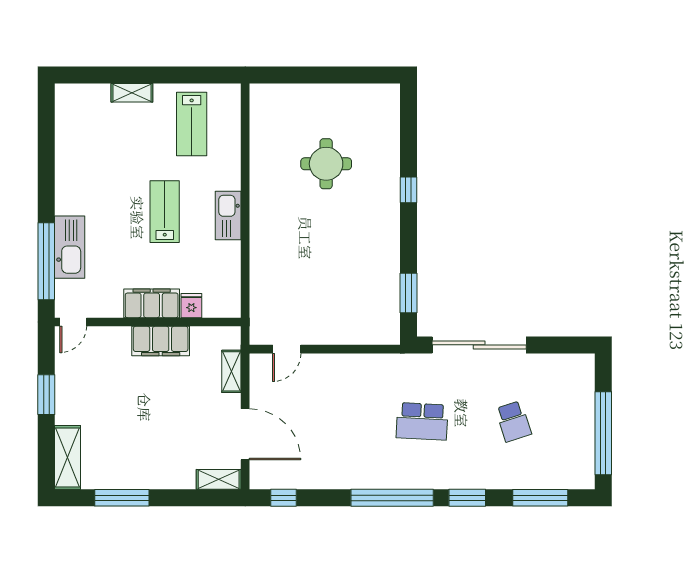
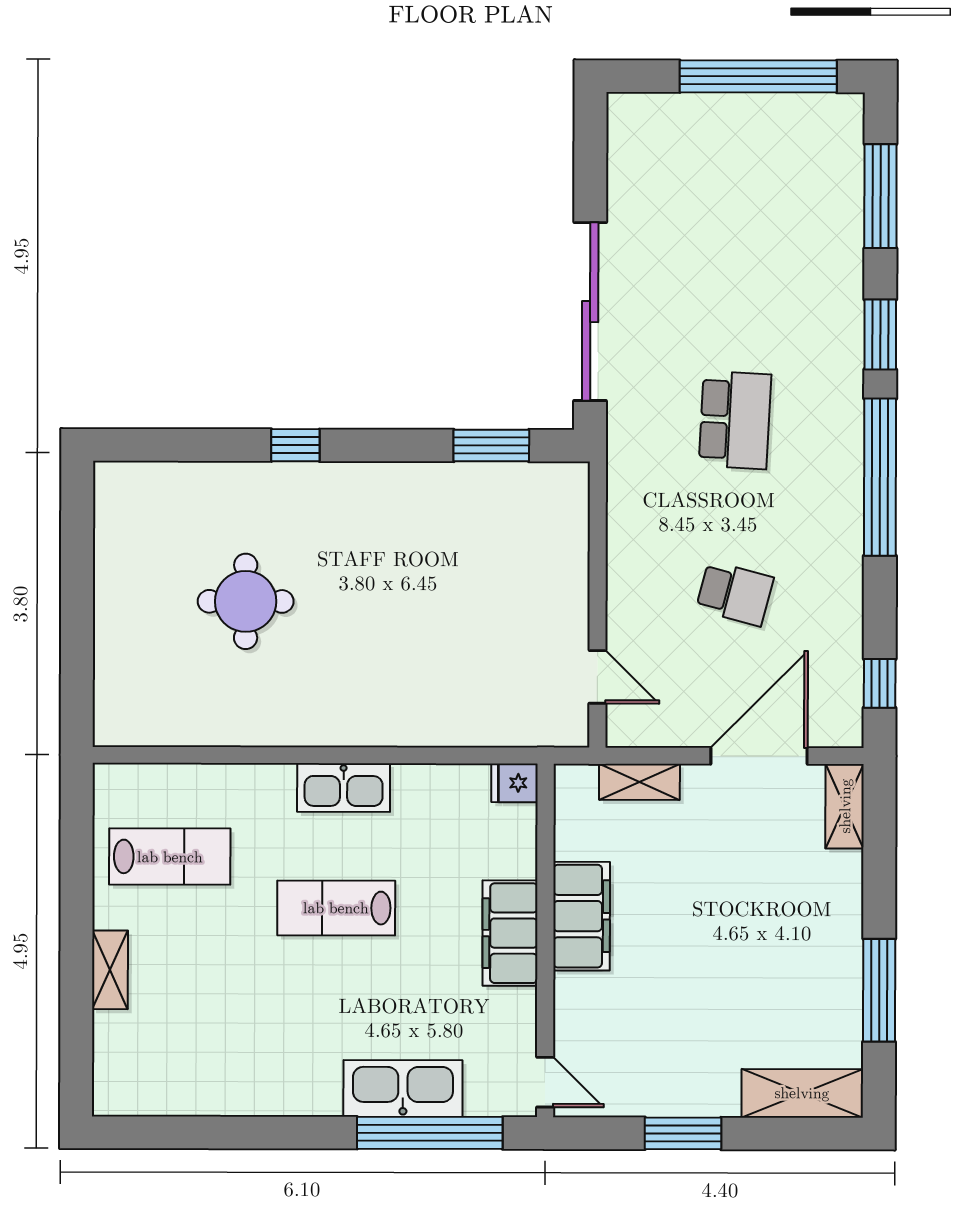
fridge: (191, 306) -> (515, 783), moved
school desk: (513, 421) -> (735, 593), moved, turned 33

